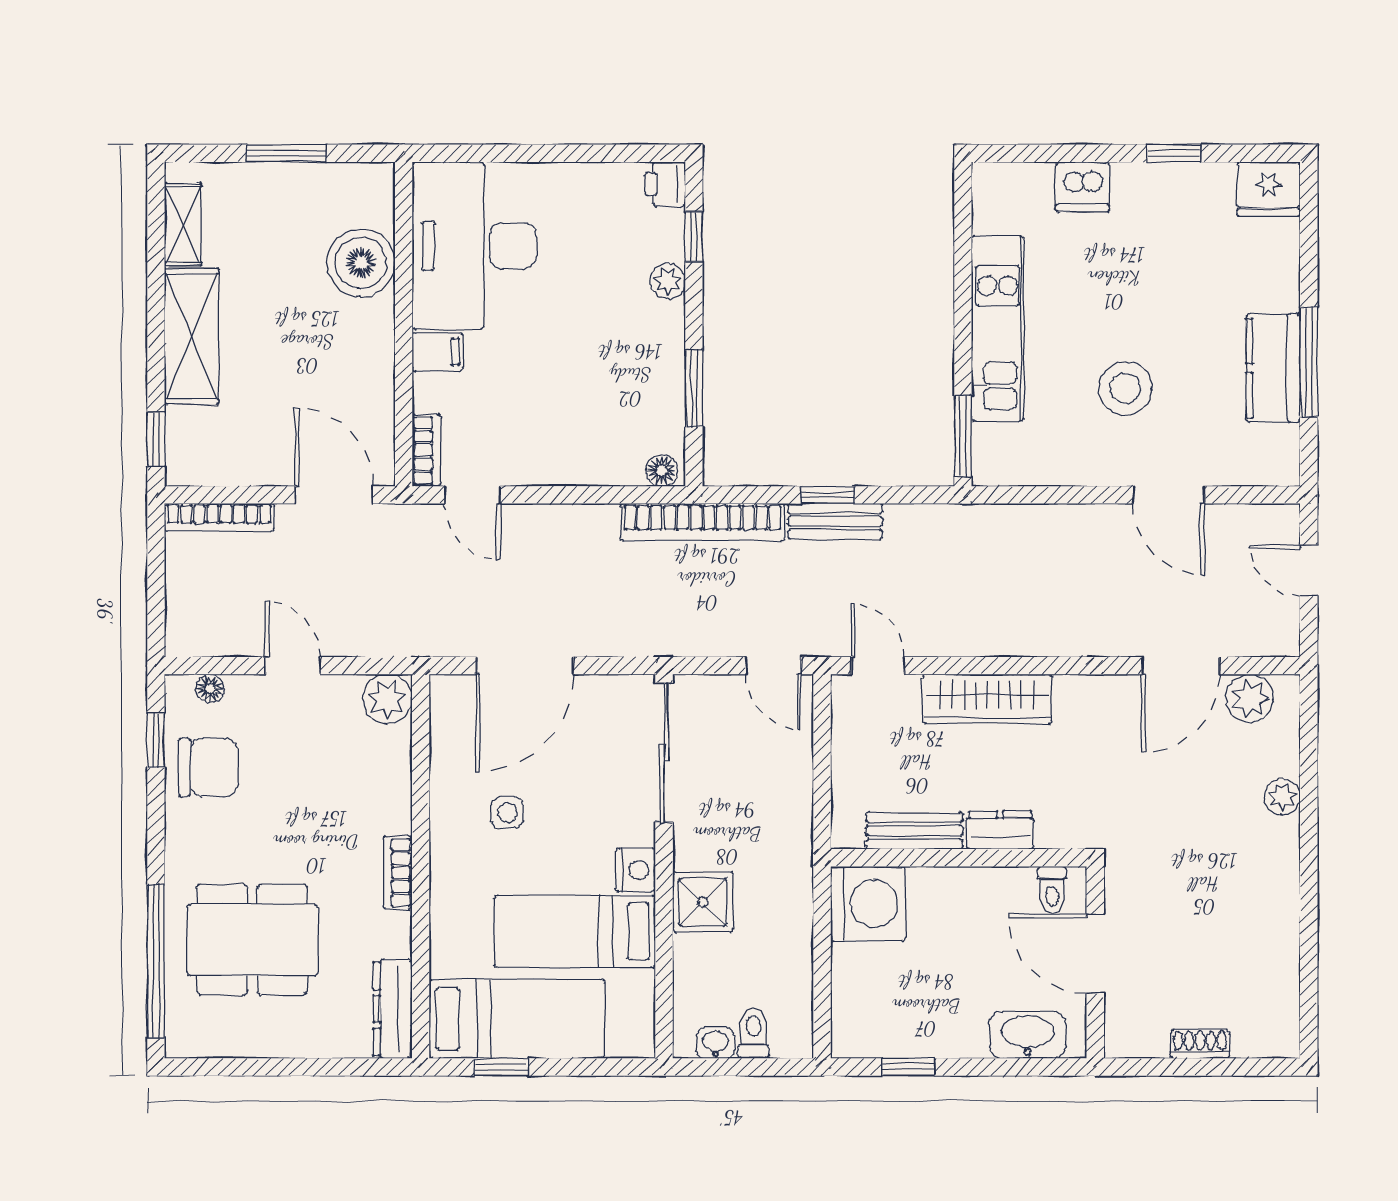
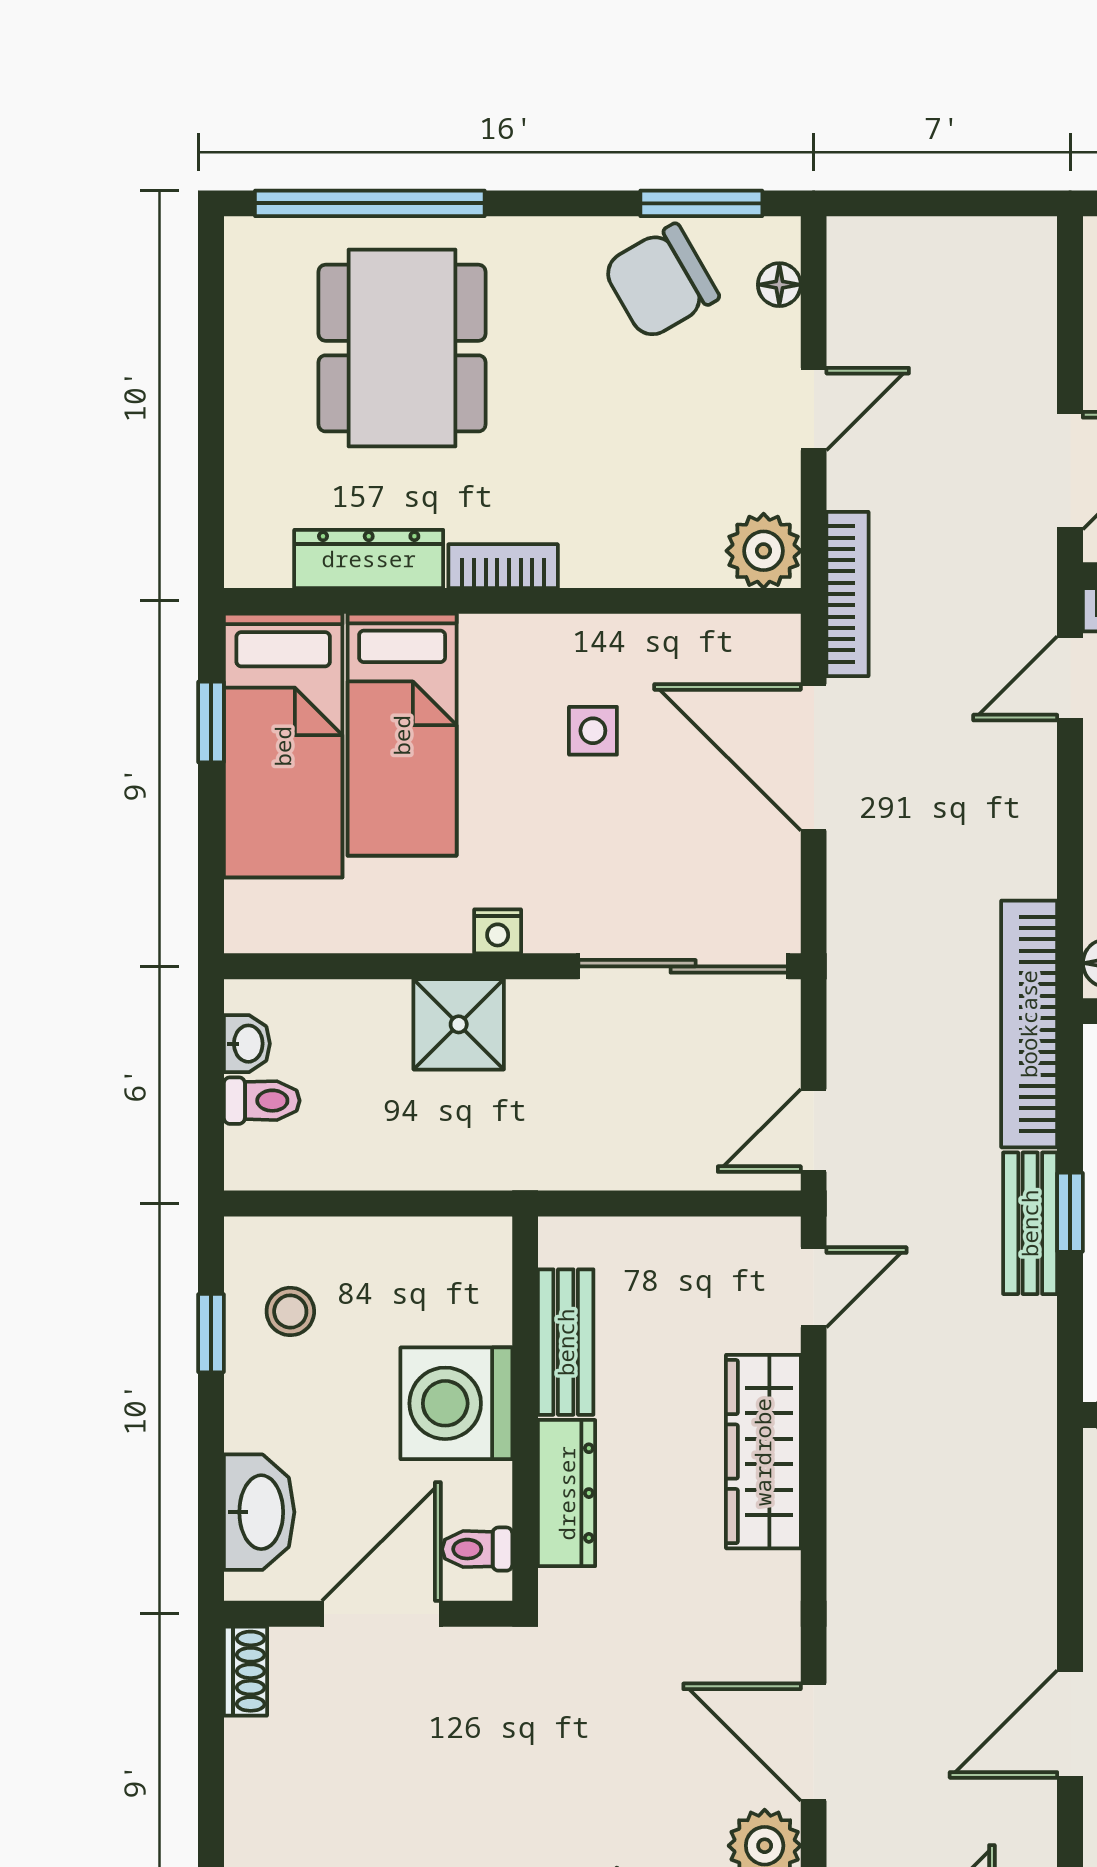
bookcase: (219, 517) -> (847, 594), moved, turned 180
window: (156, 740) -> (701, 203), width x1.50
chair: (208, 767) -> (661, 282), turned 60
dresser: (1000, 830) -> (567, 1493), width x1.44
nightstand: (636, 870) -> (498, 931), width x0.72, depth x0.74
washing machine: (868, 904) -> (456, 1403), moved, turned 90
bed: (575, 931) -> (402, 735), moved, turned 180
dresser: (393, 1009) -> (369, 559), moved
stool: (894, 1014) -> (290, 1311), added
shoe rack: (1200, 1044) -> (245, 1671), moved

